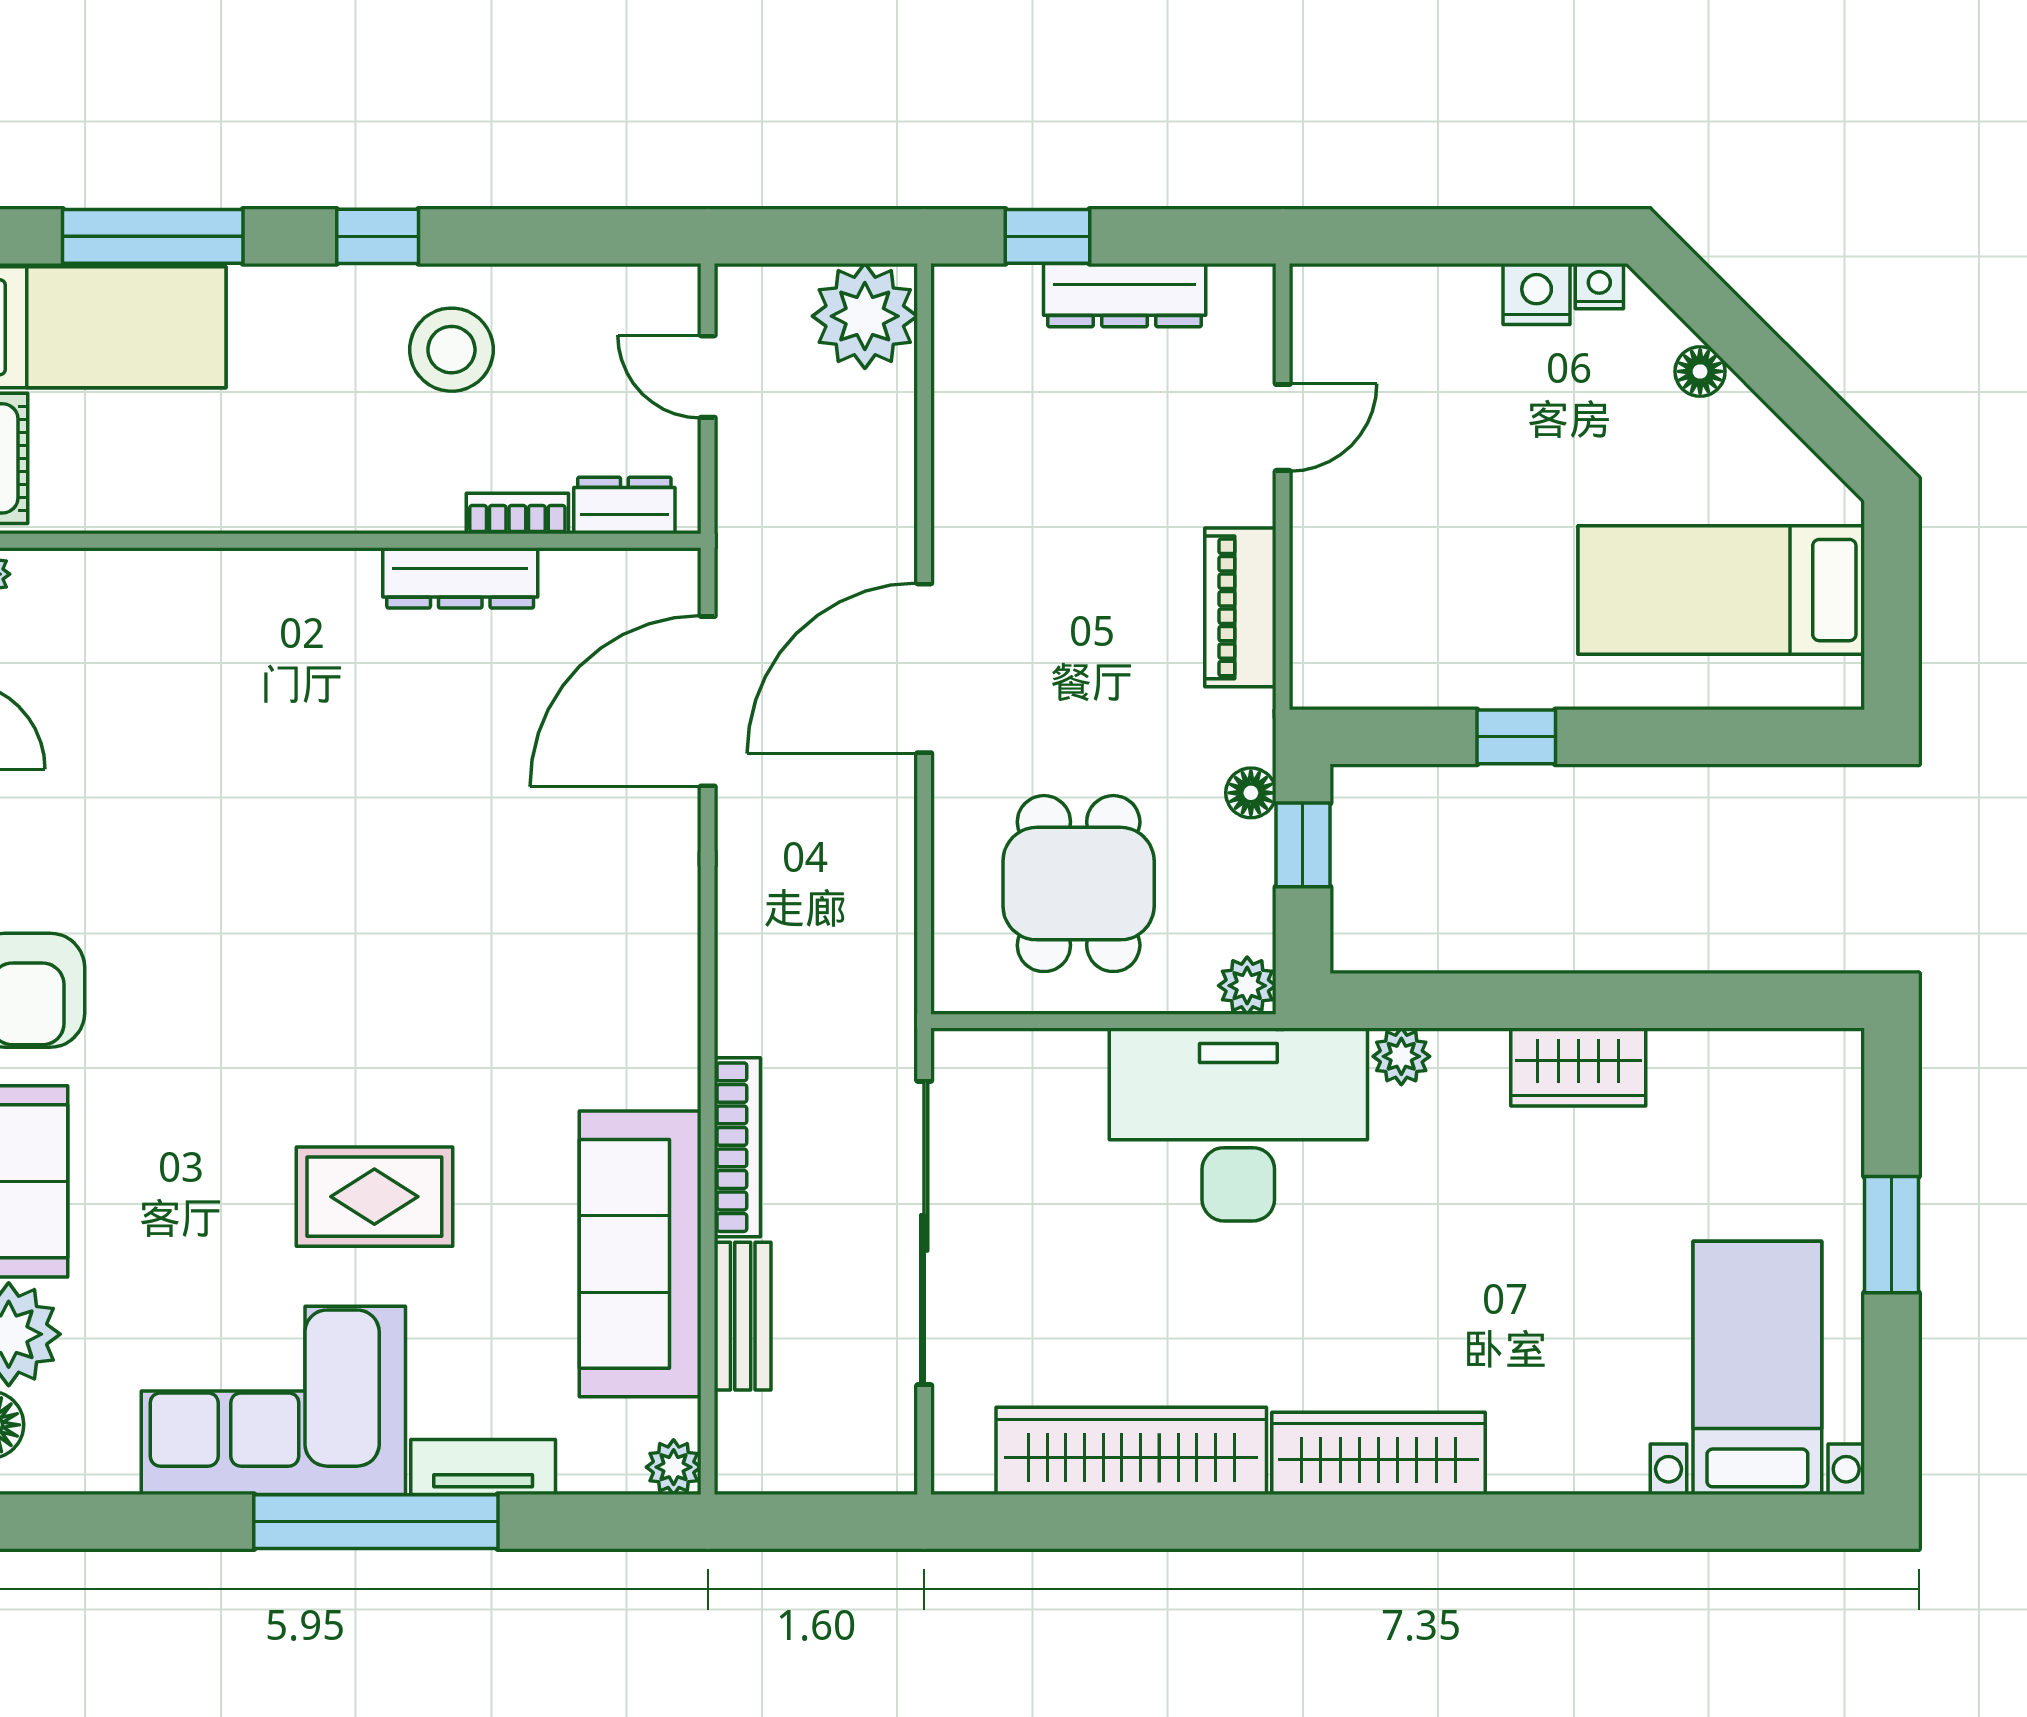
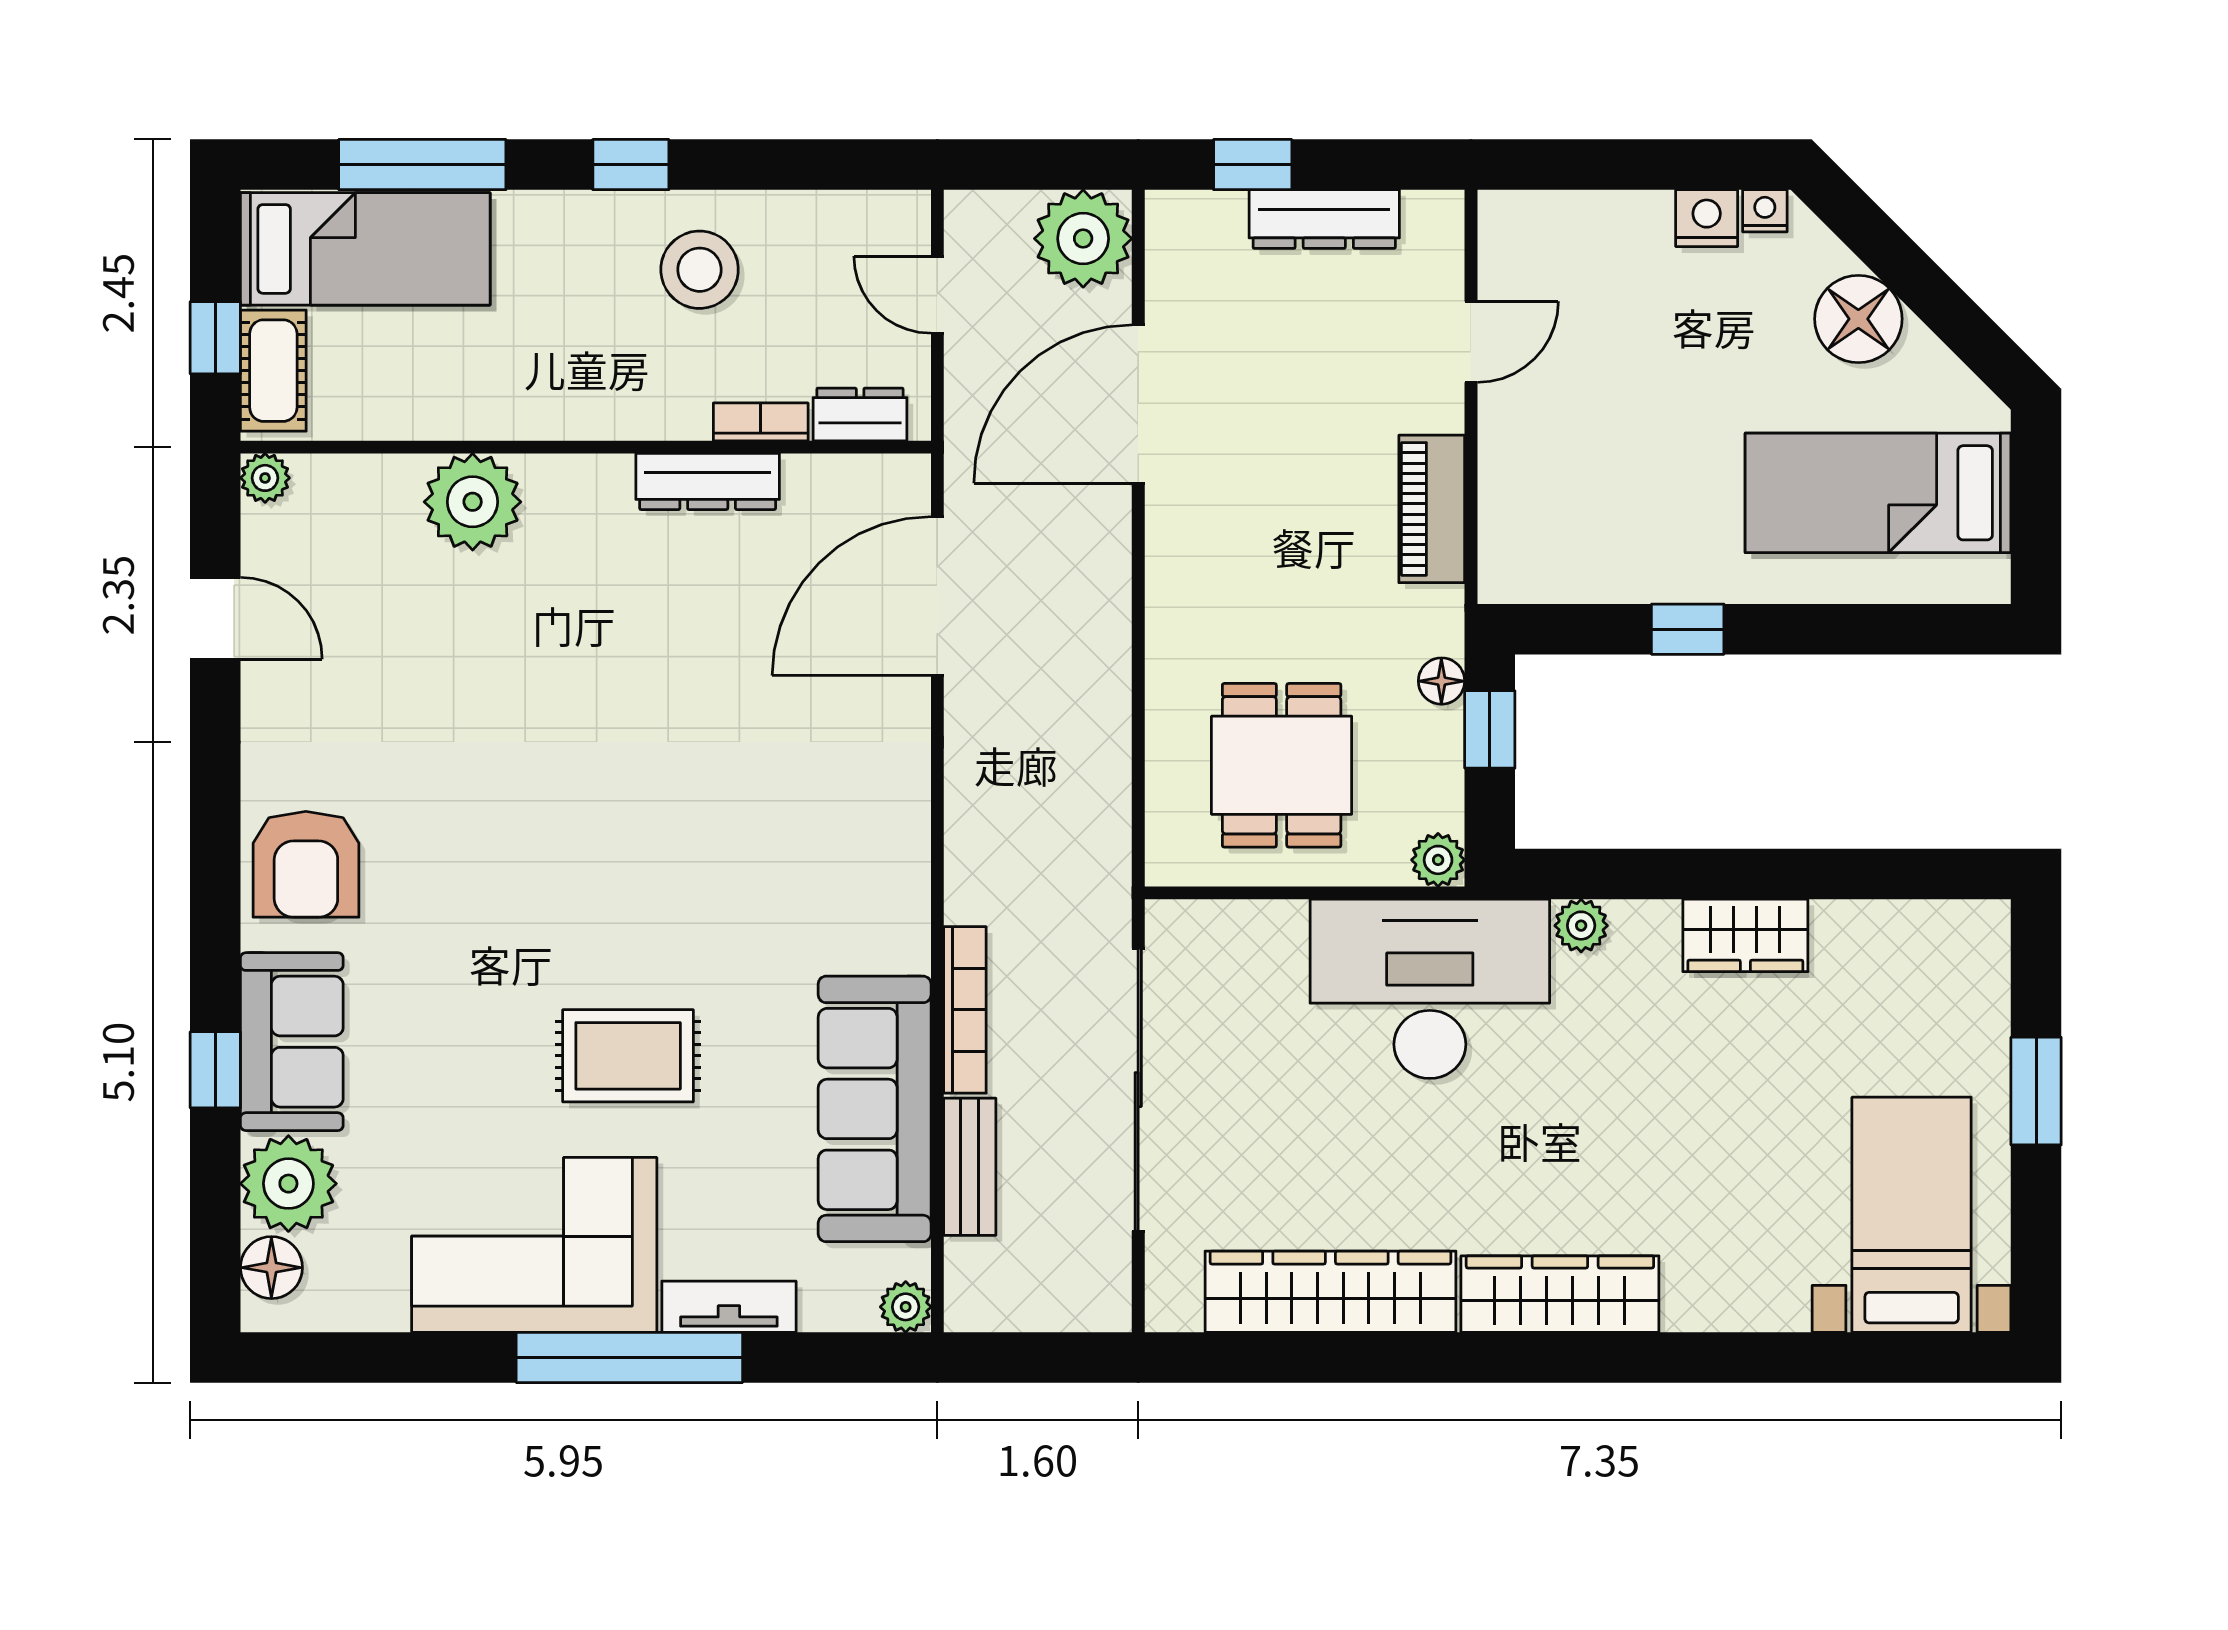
floor lamp: (1700, 371) -> (1858, 319), width x1.89, depth x1.89
plant: (207, 600) -> (473, 502), added
door: (924, 668) -> (1138, 404), moved

